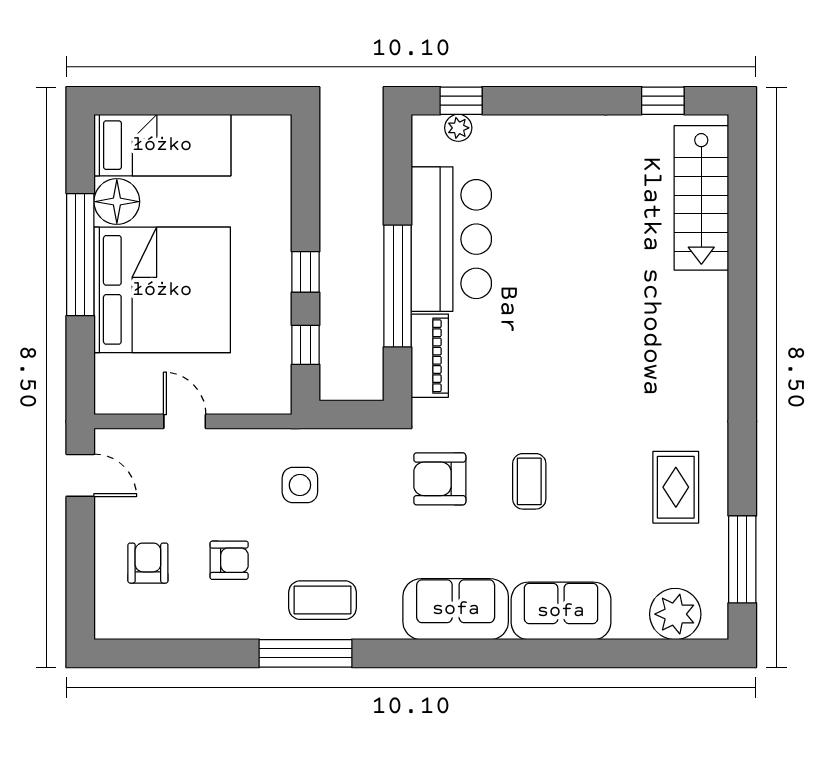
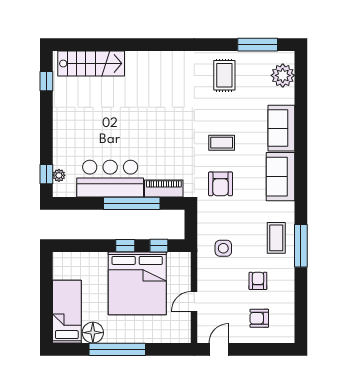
bed: (162, 290) -> (137, 283), moved, turned 180
rug: (676, 487) -> (224, 75), turned 90

